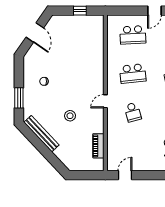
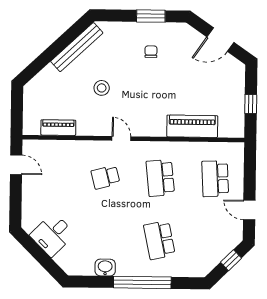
piano: (96, 52) -> (192, 126), added
window: (19, 98) -> (151, 16), moved

